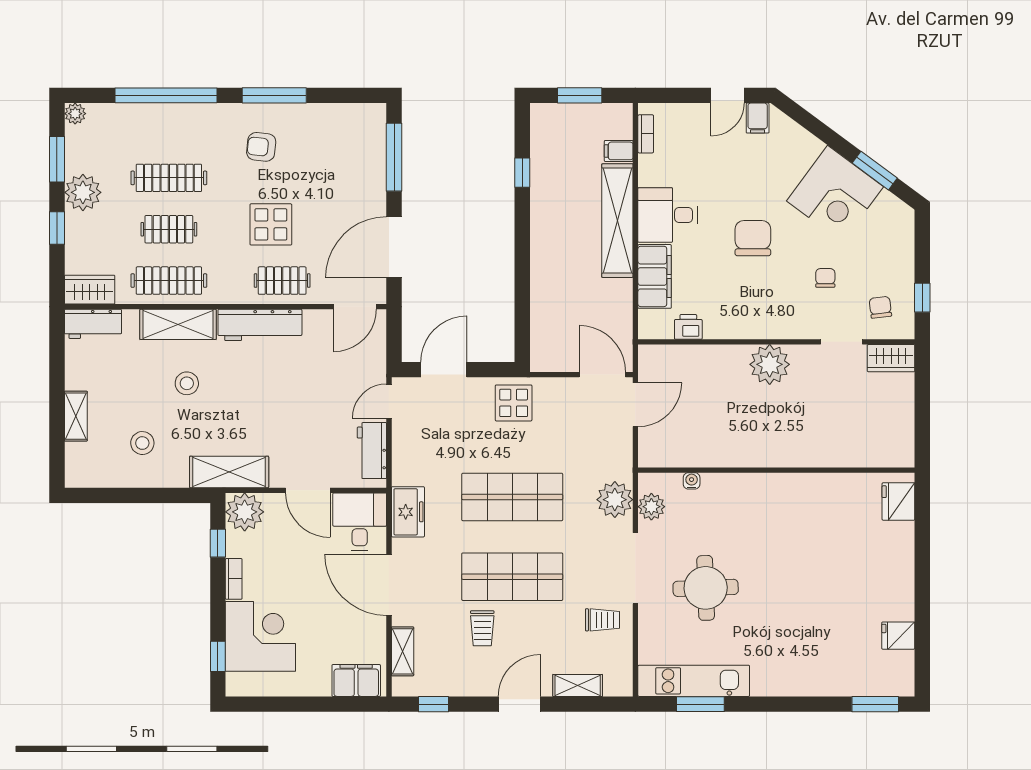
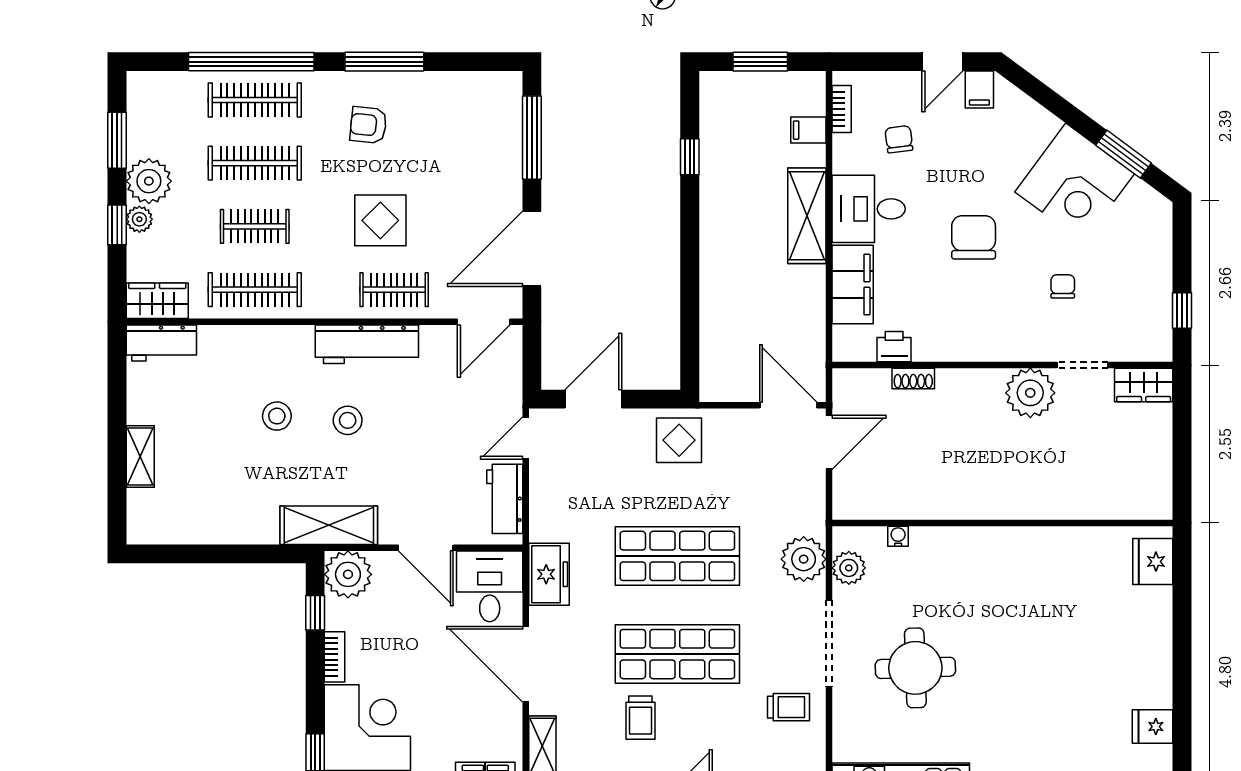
plant: (75, 114) -> (139, 219), moved
clothes rail: (169, 127) -> (255, 100), added
shelving: (617, 221) -> (807, 216), width x0.68
chair: (880, 307) -> (899, 139), moved
shelving: (178, 324) -> (266, 344), removed
shoe rack: (704, 353) -> (913, 378), added
plant: (770, 364) -> (1030, 393), moved
stool: (142, 443) -> (348, 420), moved

